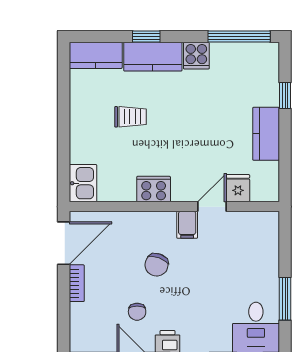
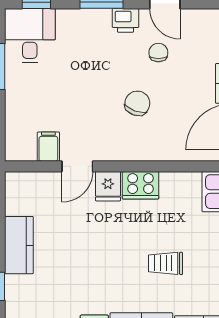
fridge: (238, 188) -> (108, 186), moved
filing cabinet: (187, 225) -> (48, 147), moved

